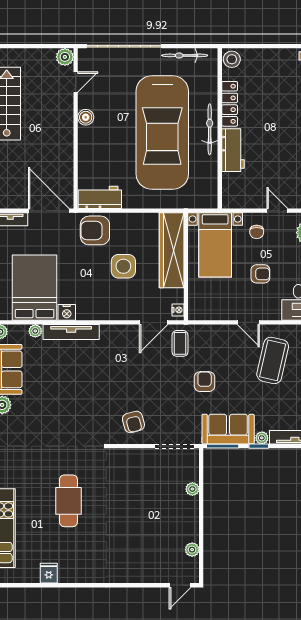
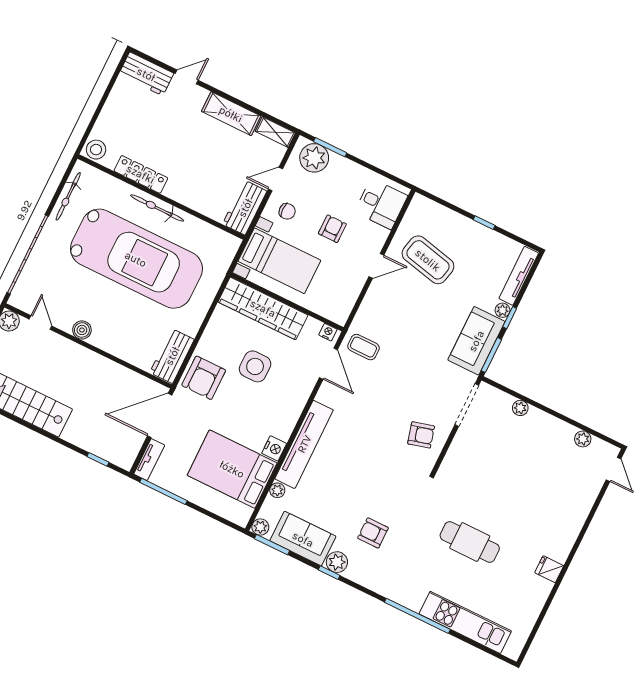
workbench: (233, 150) -> (245, 208), moved, turned -90
tv unit: (71, 332) -> (304, 444), width x1.36, depth x1.29
armchair: (205, 382) -> (373, 533), moved
fridge: (49, 573) -> (549, 569), moved

